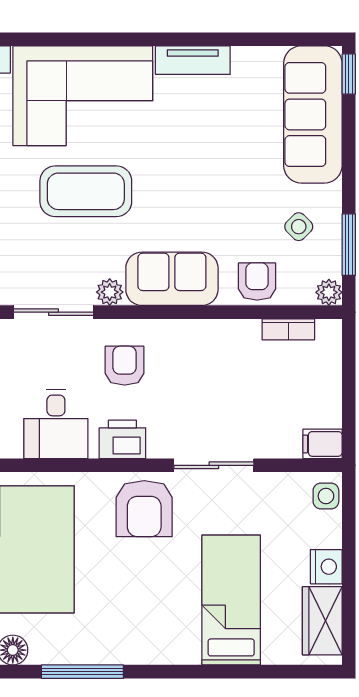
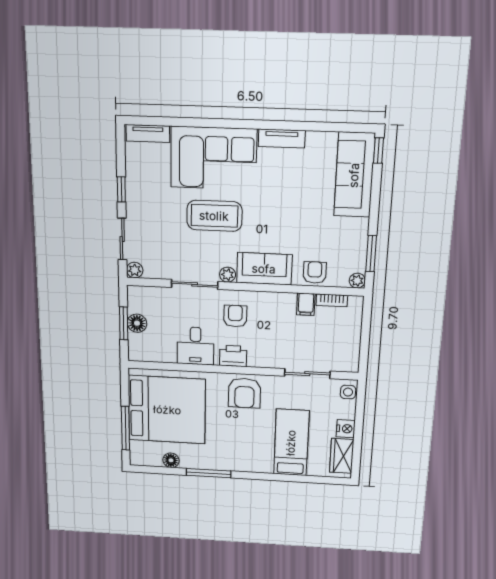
side table: (299, 227) -> (342, 242), removed
filing cabinet: (322, 444) -> (306, 304), moved, turned -90
sliding door: (214, 465) -> (307, 374), moved

